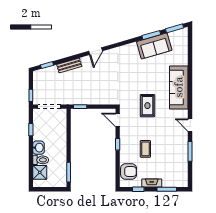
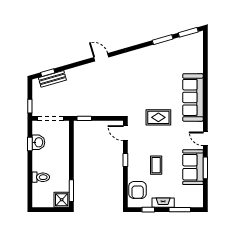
sofa: (154, 46) -> (193, 167), moved, turned 106
door: (96, 51) -> (101, 57), swing flipped
bench: (69, 65) -> (52, 79), moved
rug: (147, 106) -> (158, 117), turned 90
washbasin: (39, 148) -> (38, 142), moved
shower: (40, 172) -> (62, 200), moved
armchair: (129, 172) -> (138, 190), turned 90

